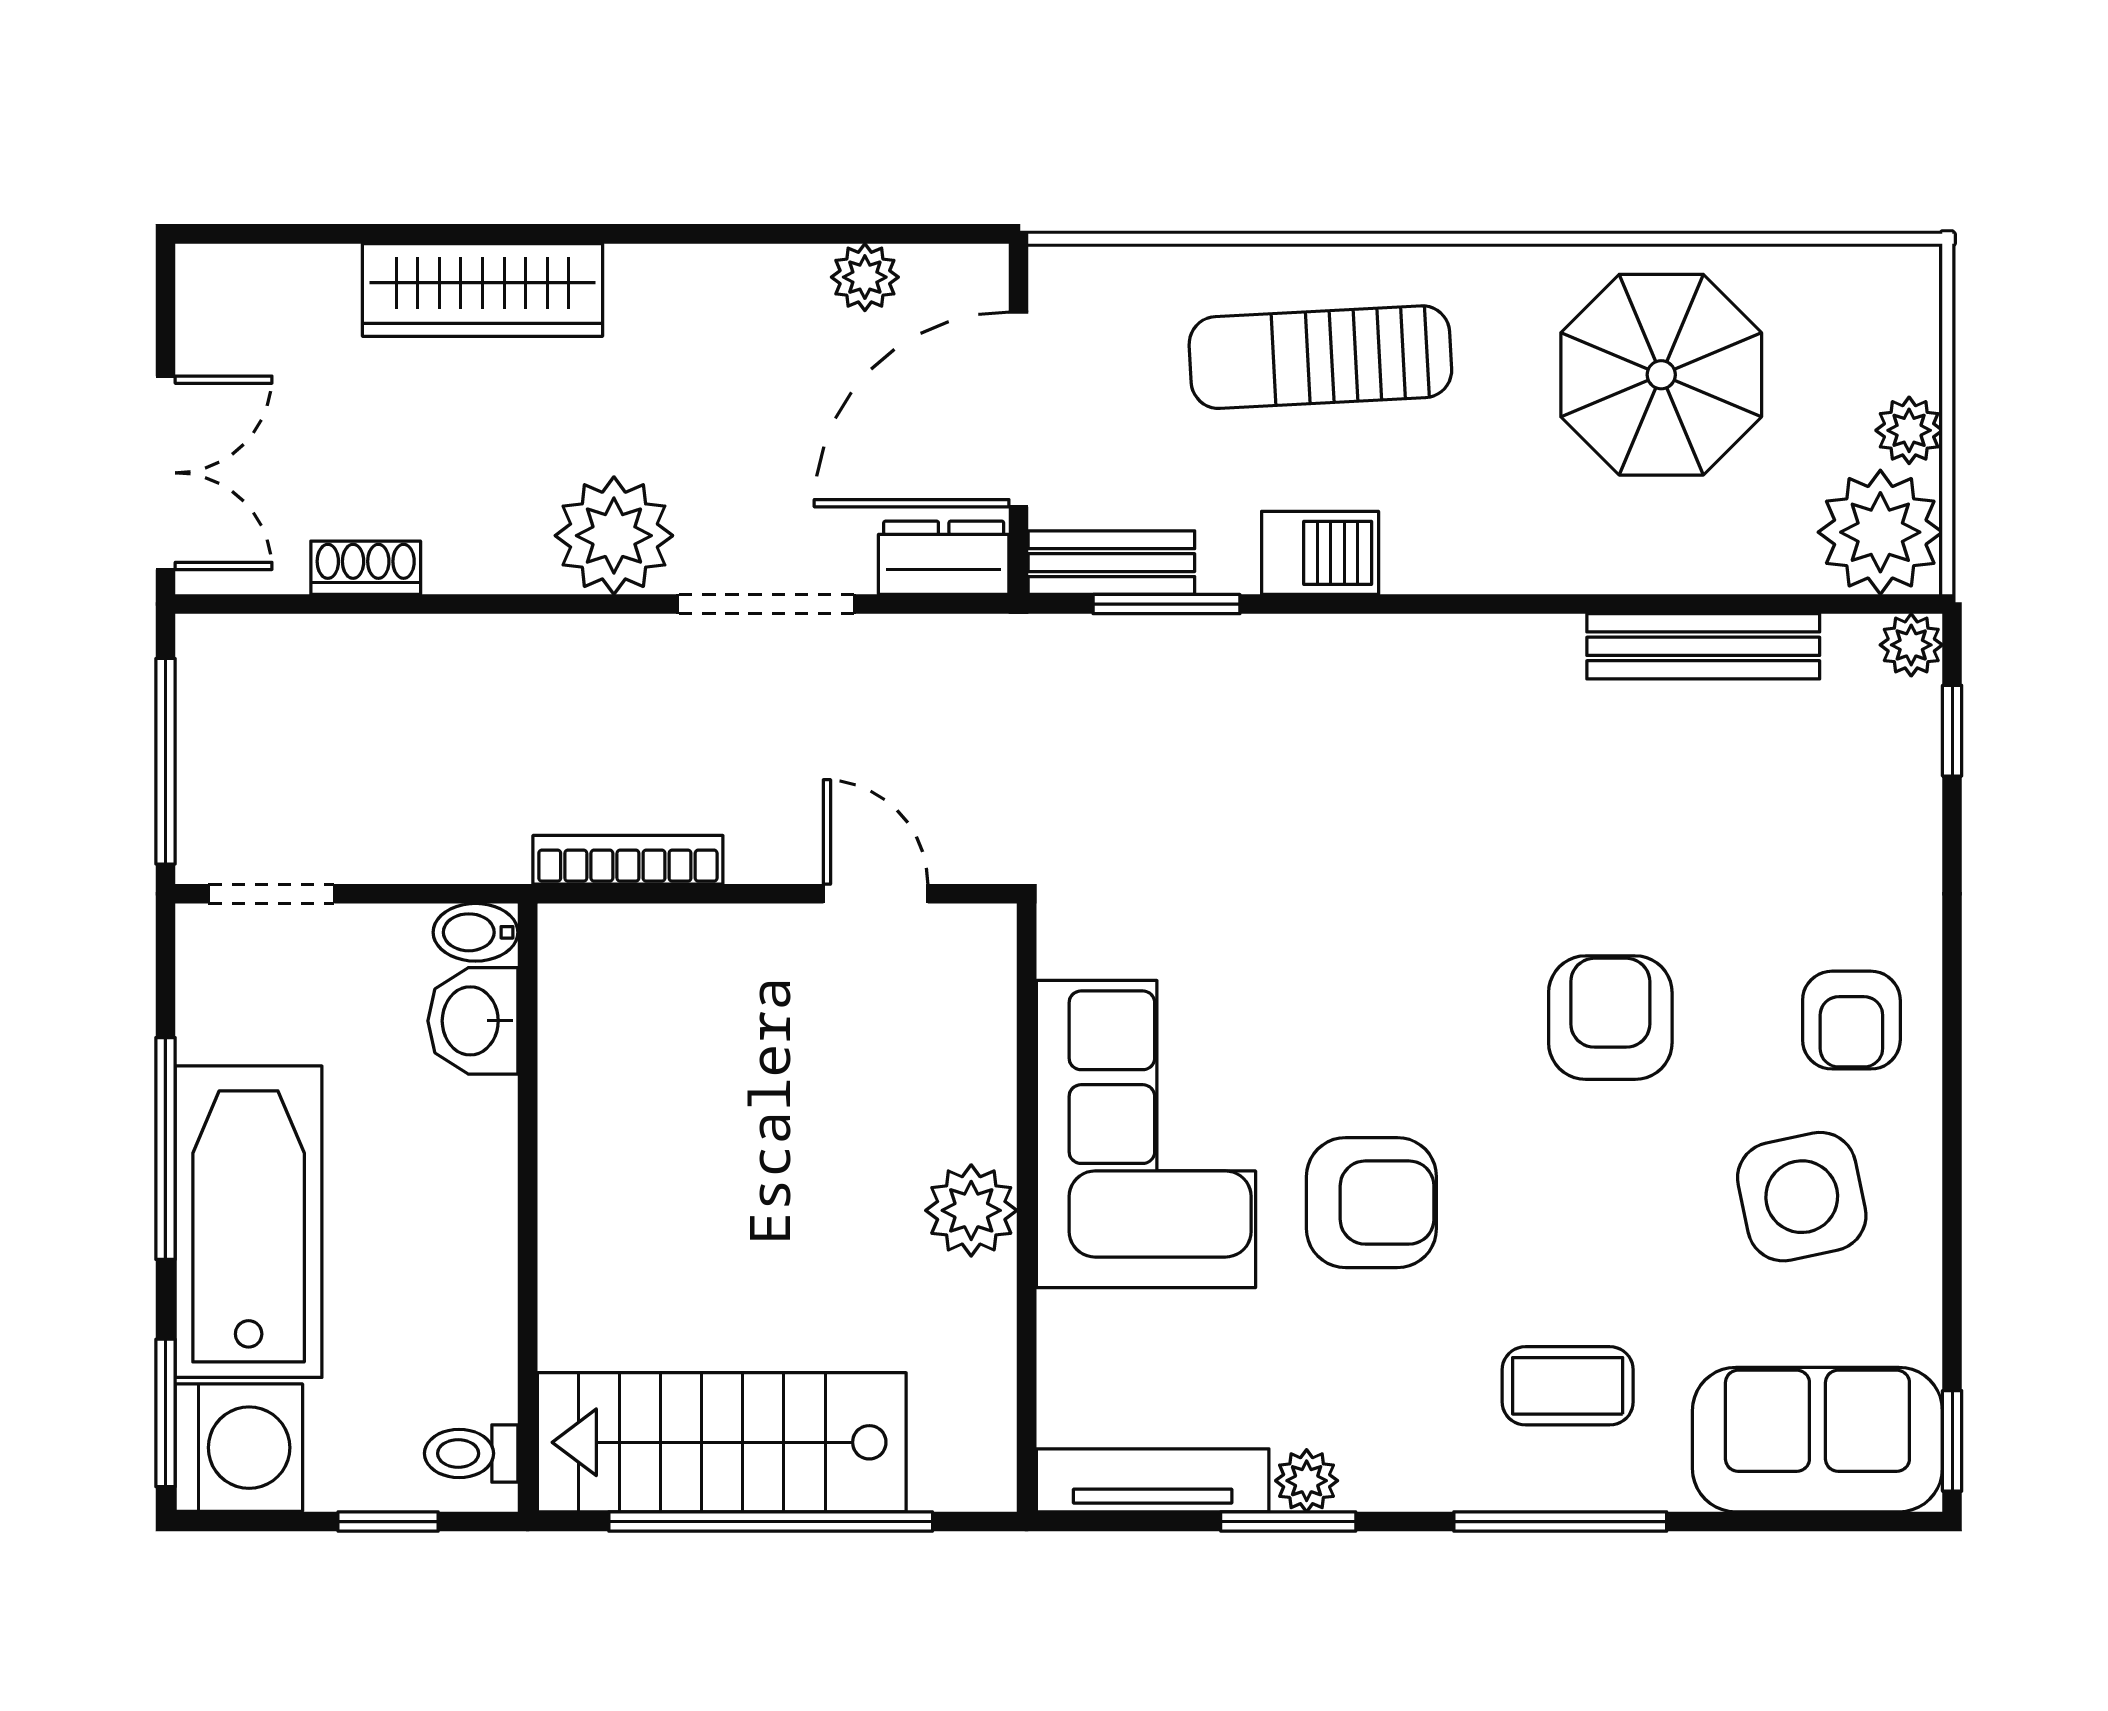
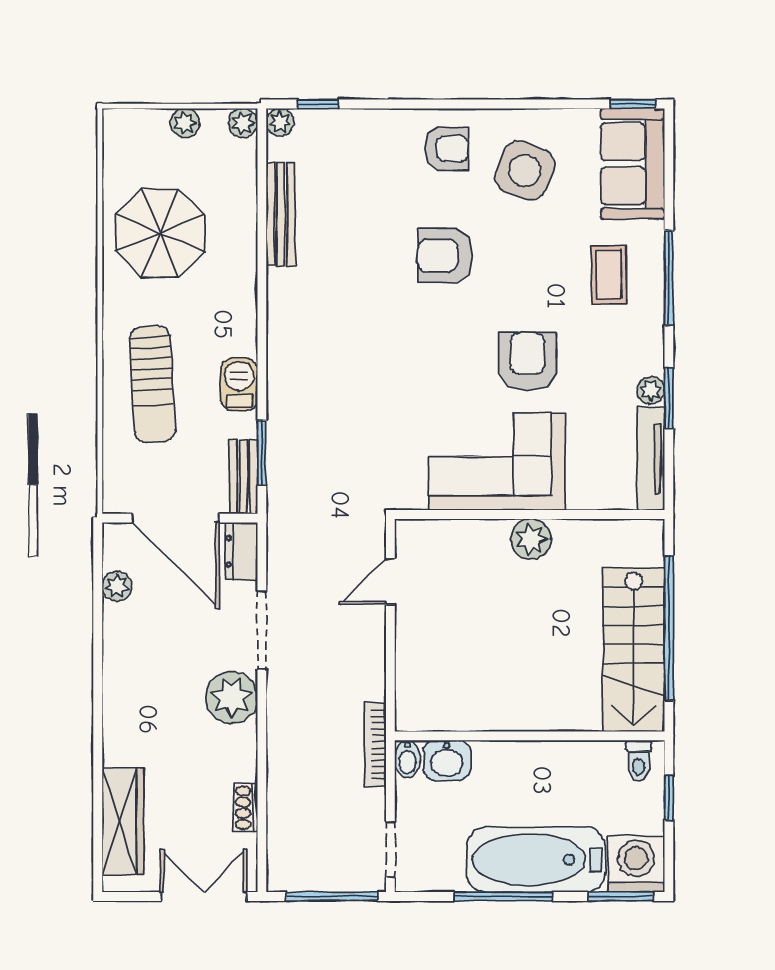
wardrobe: (483, 290) -> (123, 821), moved
plant: (1880, 532) -> (243, 123), width x0.53, depth x0.53
bookcase: (628, 860) -> (375, 745), moved
side table: (1802, 1197) -> (525, 171), turned 34

